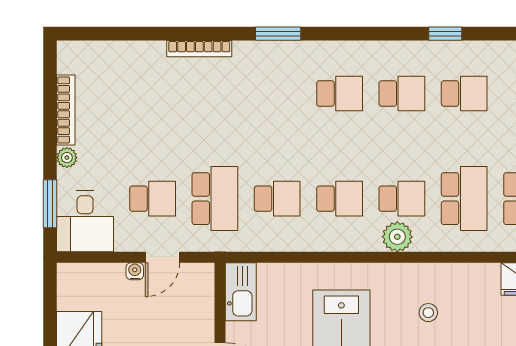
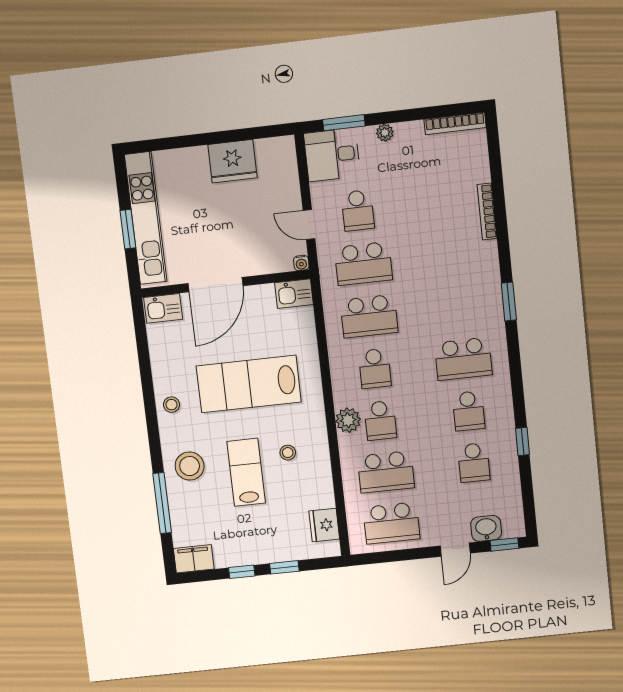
bookcase: (199, 49) -> (487, 212), moved
school desk: (340, 93) -> (463, 359), width x1.85
bookcase: (66, 110) -> (455, 123), moved
school desk: (277, 199) -> (369, 316), width x1.85
water cooler: (135, 271) -> (301, 263), moved, turned 90
kitchen sink: (241, 292) -> (294, 294), width x0.73

